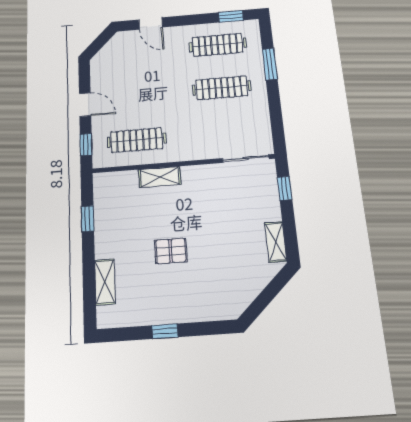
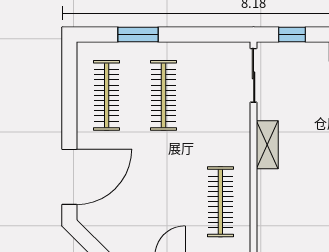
window: (231, 16) -> (69, 76), removed
door: (151, 23) -> (69, 177), width x1.88
shelving: (160, 177) -> (267, 145), moved

